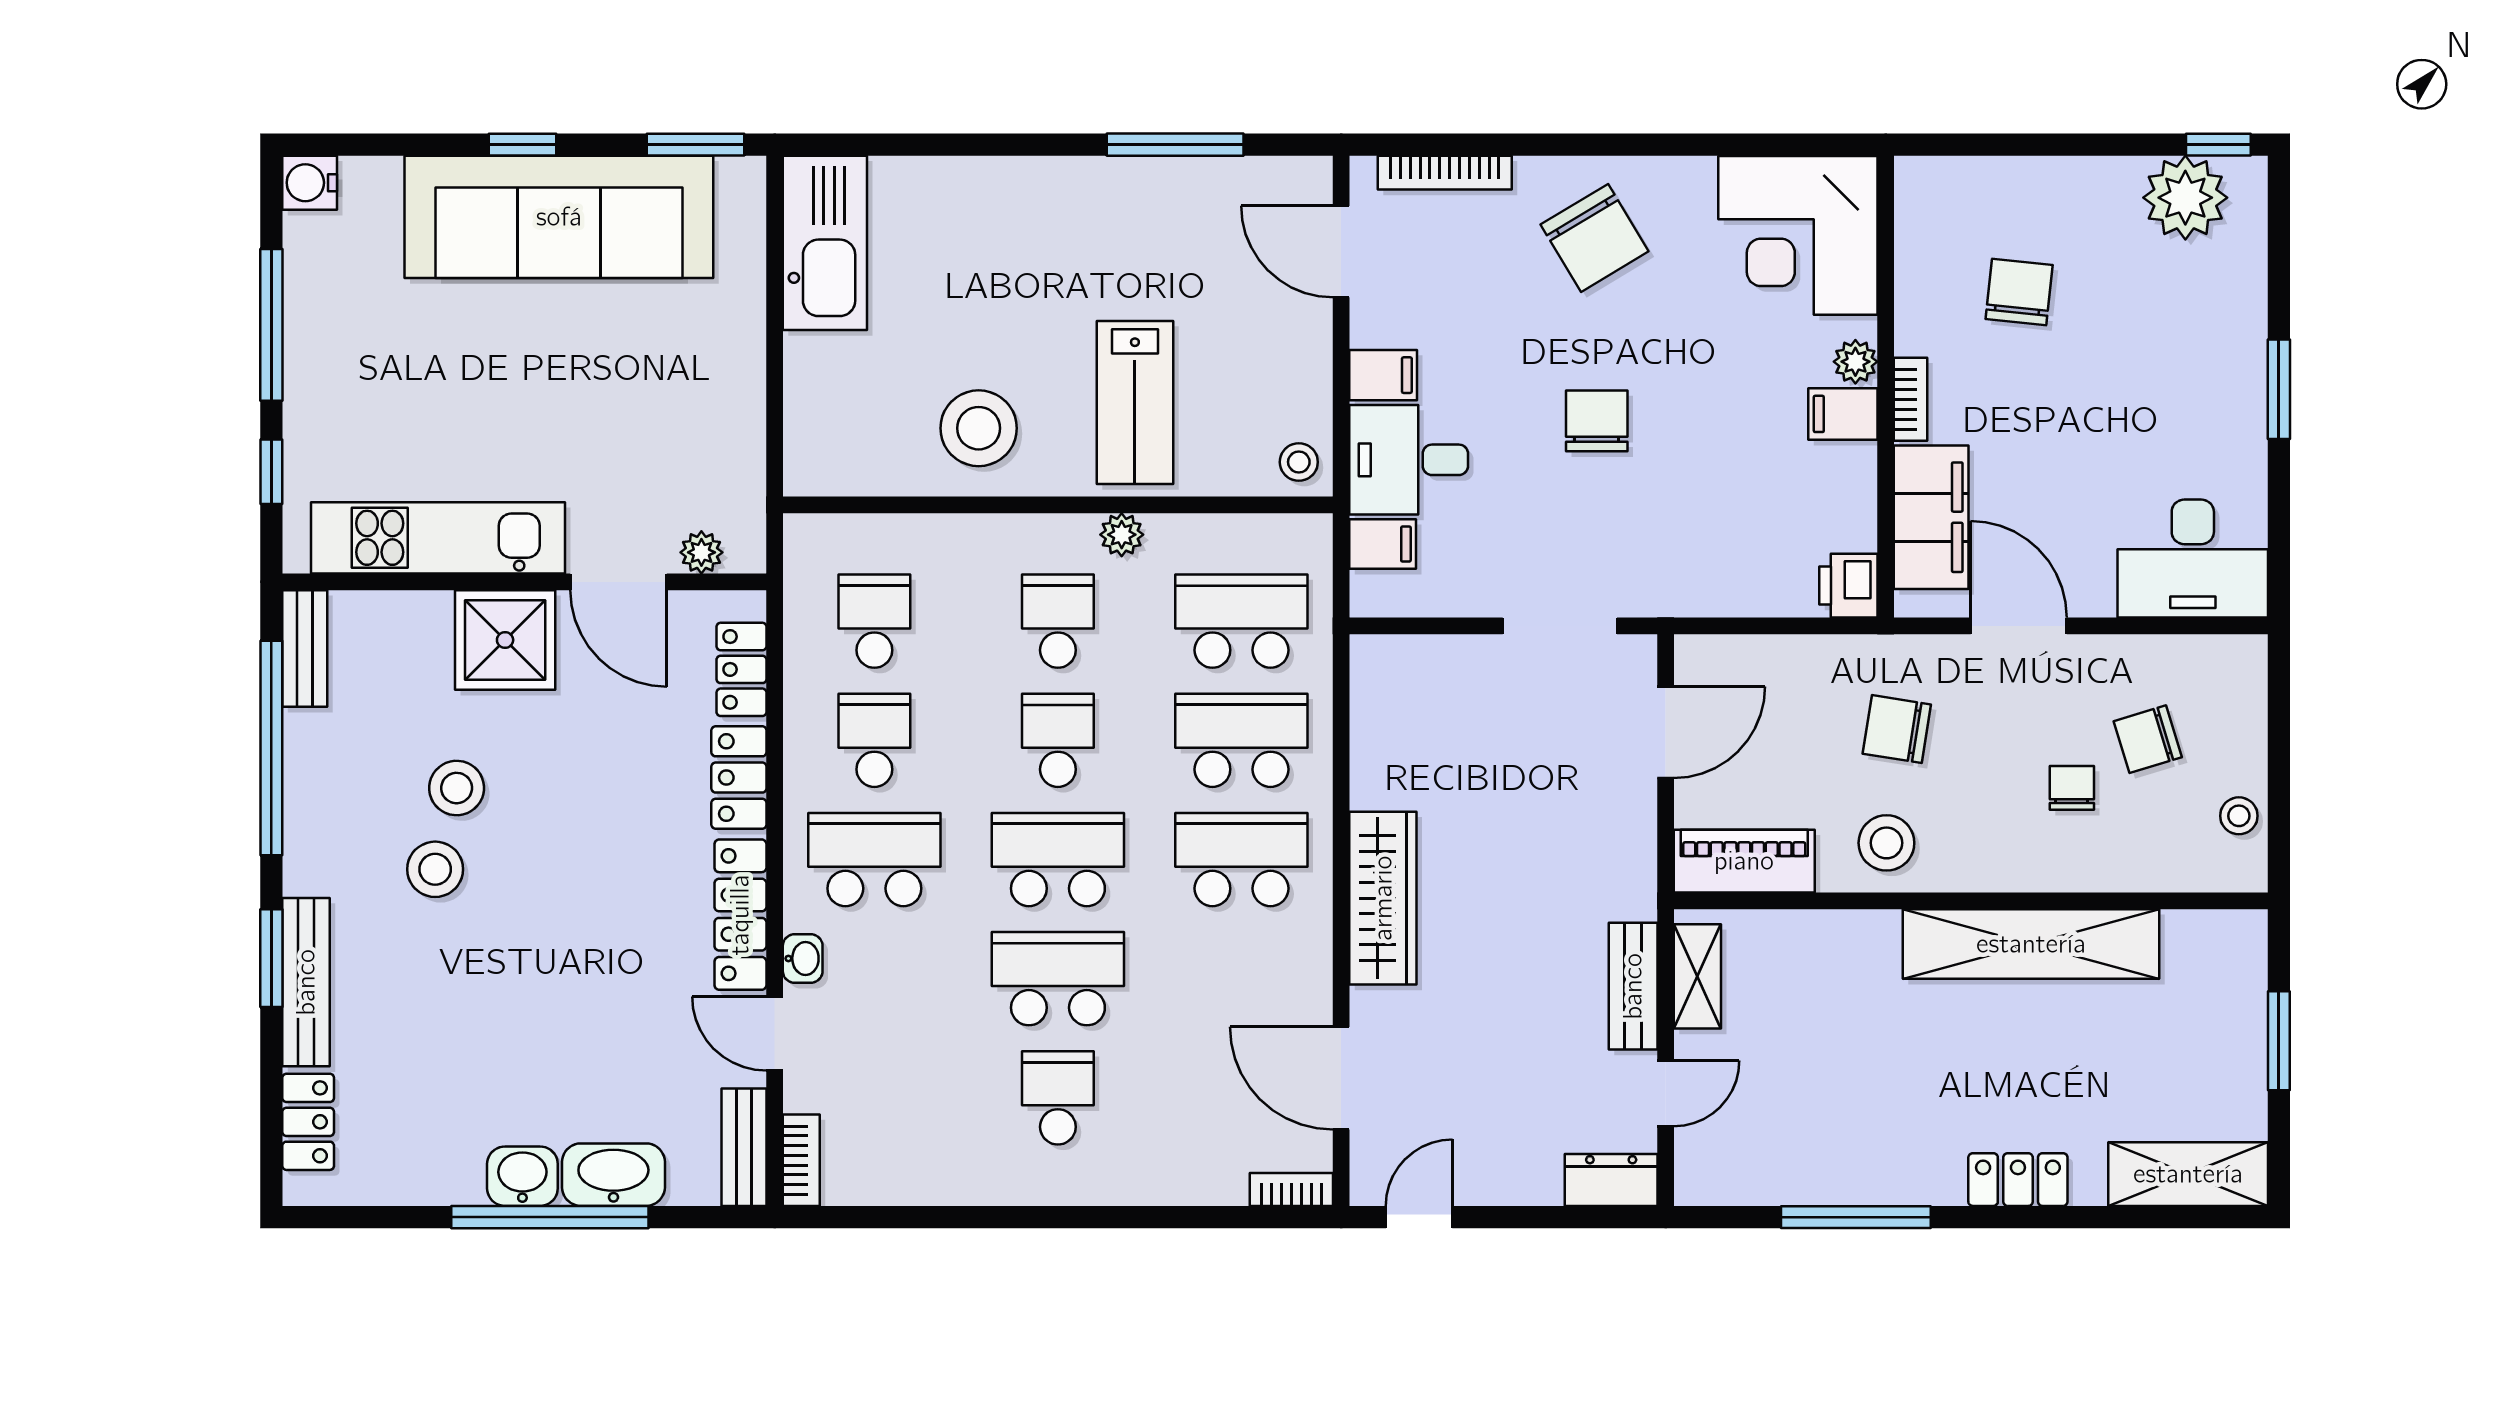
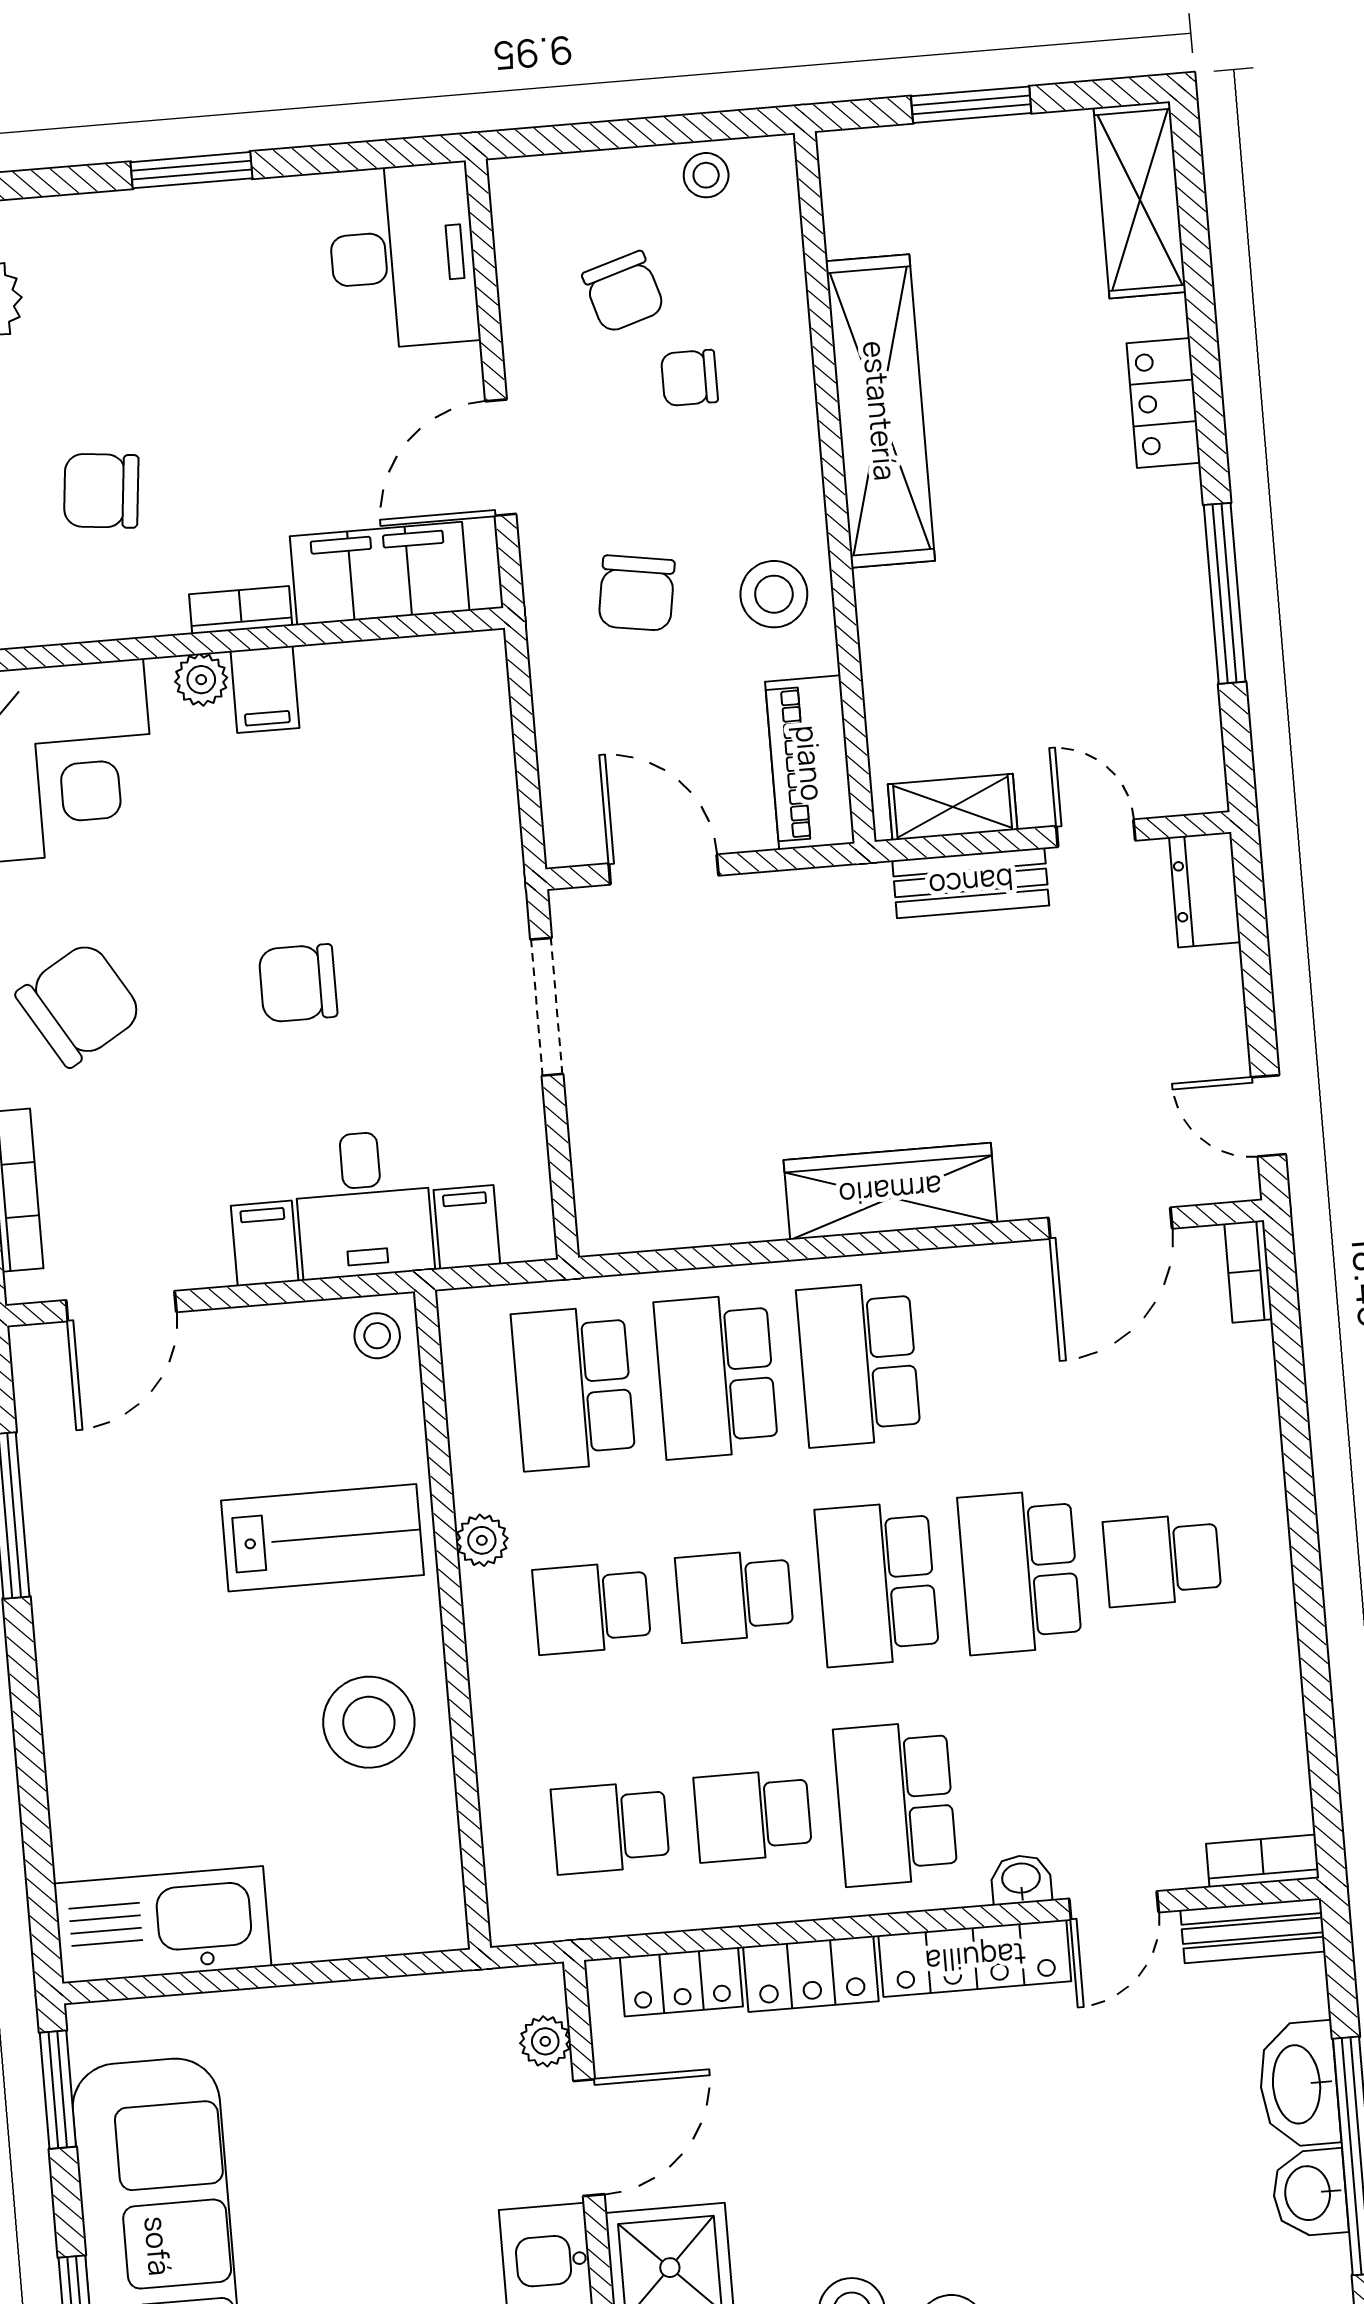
printer: (1848, 586) -> (470, 666), removed

